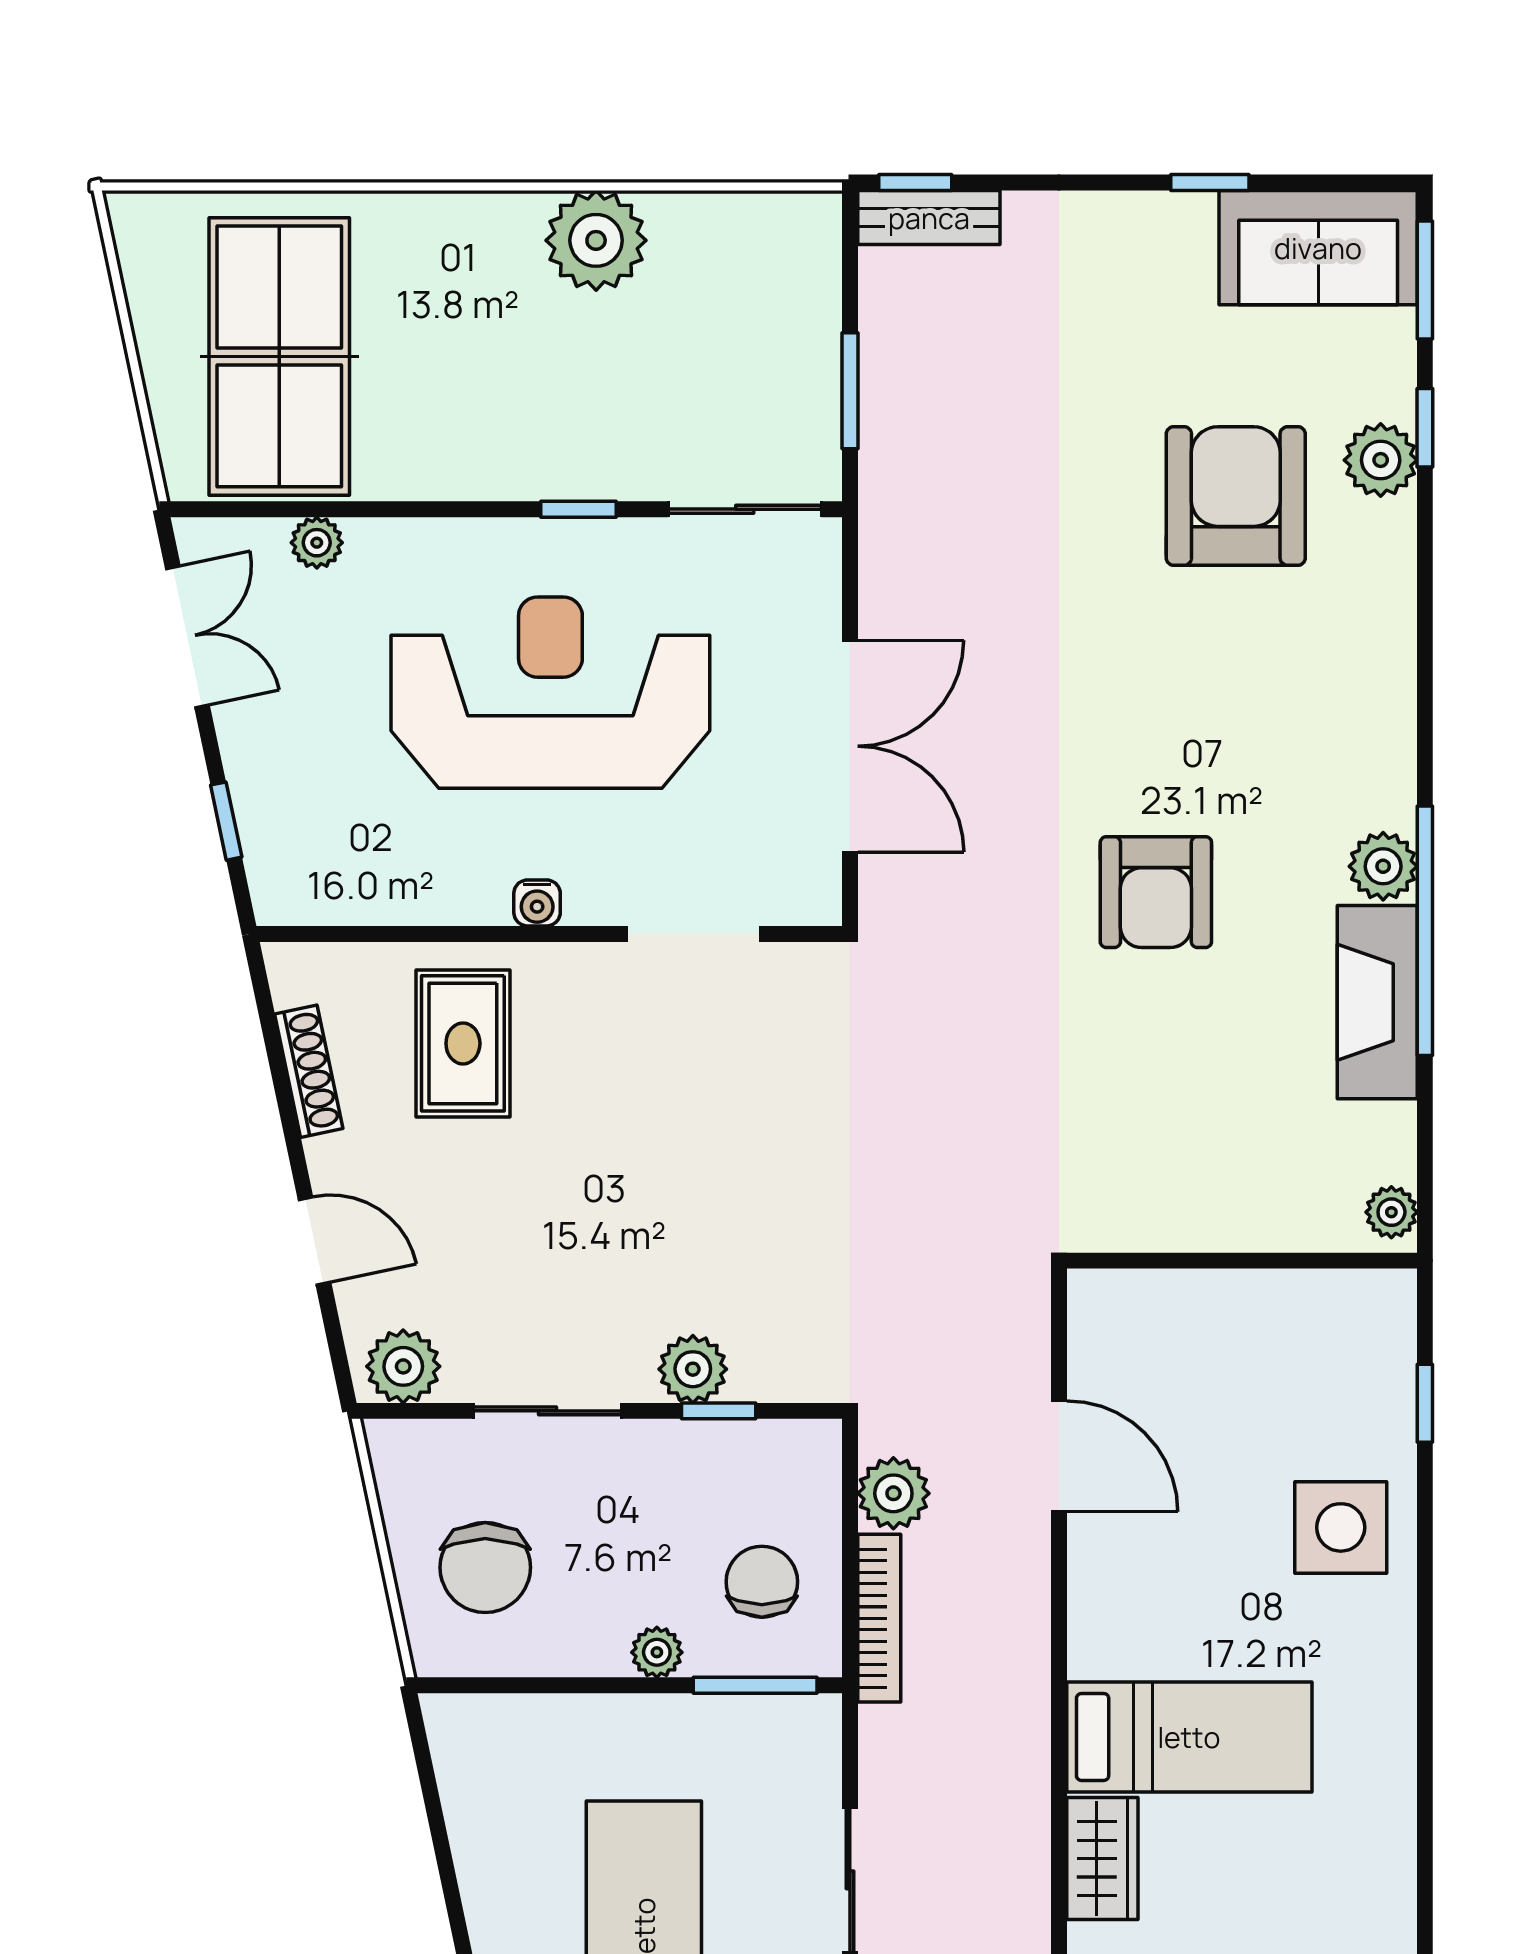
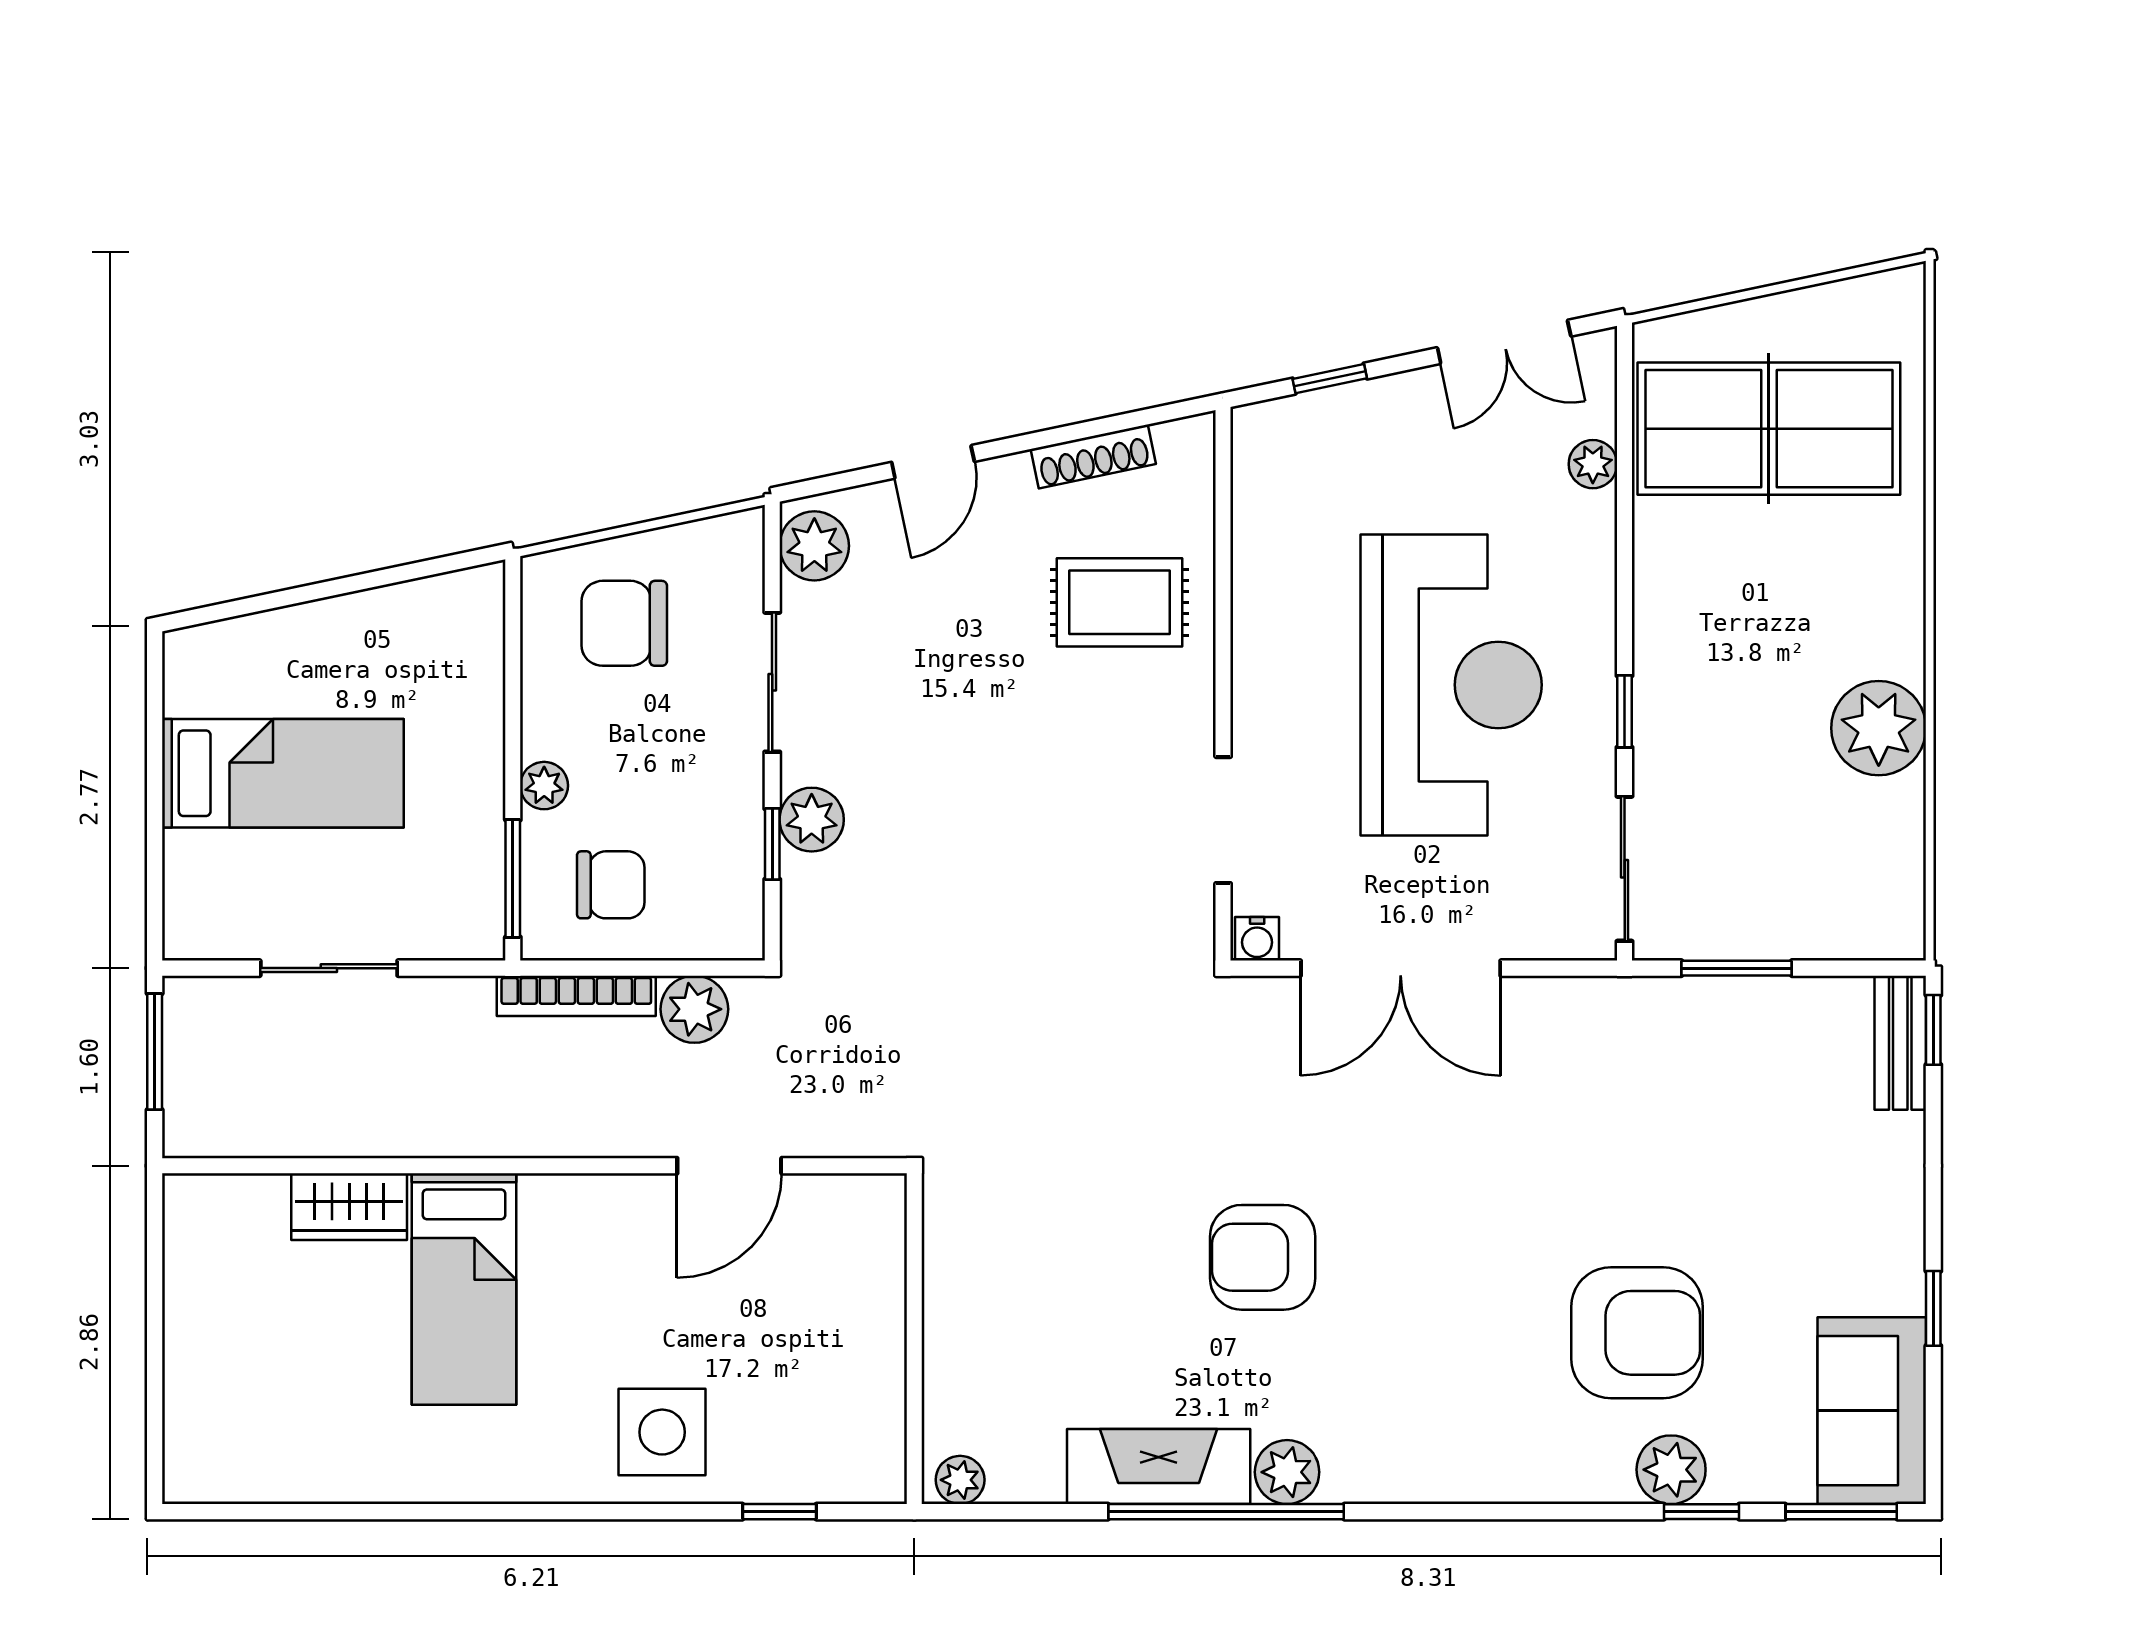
water cooler: (537, 903) -> (1257, 939), moved, turned -90

